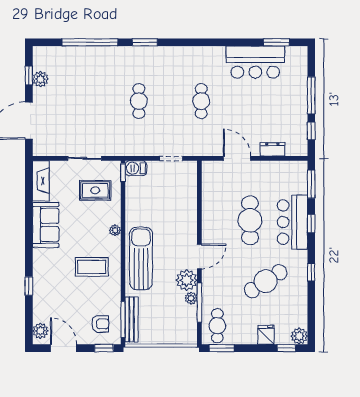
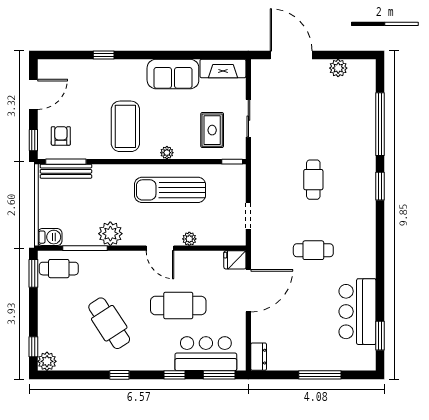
window: (29, 75) -> (342, 55), removed
cafe table: (139, 101) -> (313, 180), turned 90
window: (311, 131) -> (280, 375), removed
dresser: (272, 149) -> (259, 357), moved
door: (237, 158) -> (248, 291), width x1.36
barbecue: (136, 168) -> (50, 237), moved, turned 90
bar counter: (292, 222) -> (206, 354), moved
door: (199, 256) -> (160, 248), moved
sun lounger: (141, 258) -> (170, 190), moved, turned 180
coffee table: (92, 267) -> (125, 126), width x1.36, depth x1.32
plant: (191, 298) -> (189, 239), moved
armchair: (100, 324) -> (61, 136), turned 180
plant: (40, 331) -> (53, 68), removed
fridge: (266, 335) -> (235, 260), moved, turned 180

